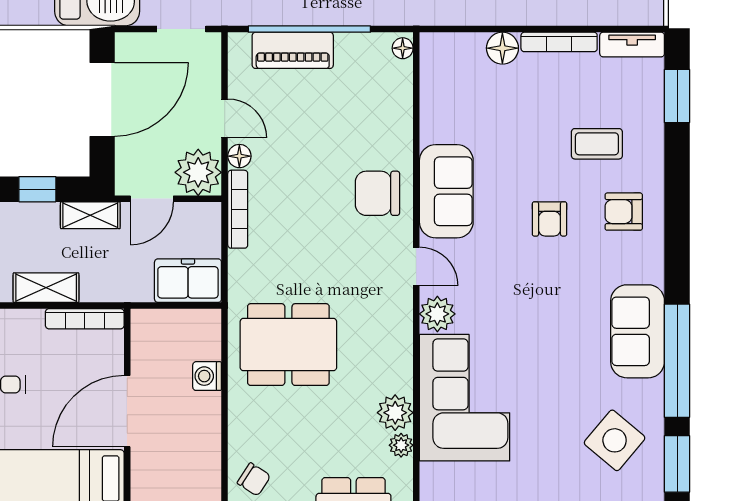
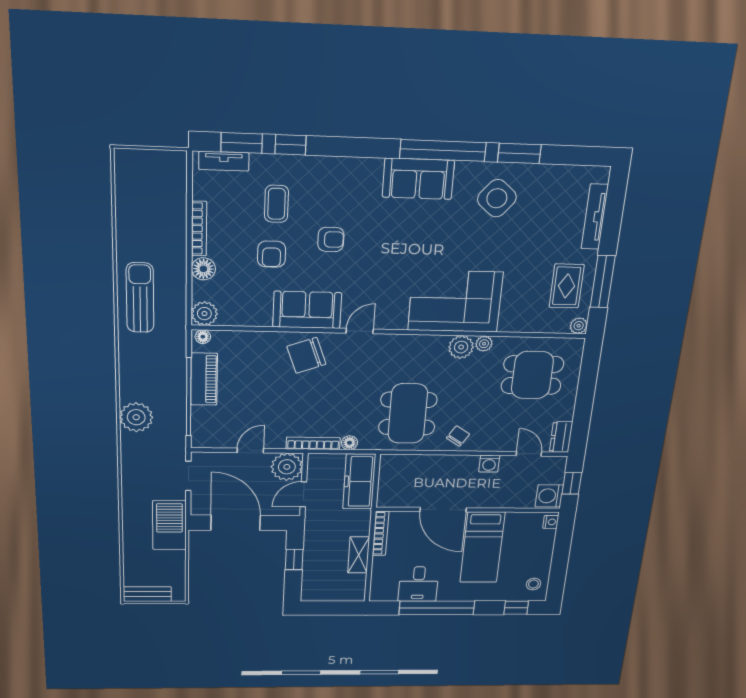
tv unit: (632, 45) -> (224, 161), moved, turned 90
piano: (293, 50) -> (204, 379), moved
floor lamp: (239, 156) -> (350, 443), moved
window: (677, 159) -> (291, 145), added
chair: (377, 193) -> (306, 355), turned 70
door: (152, 199) -> (303, 494), swing flipped
armchair: (624, 212) -> (272, 254), moved
shelving: (90, 215) -> (313, 530), removed
freezer: (188, 281) -> (359, 482), width x1.40
plant: (437, 314) -> (204, 314), moved
washing machine: (207, 376) -> (489, 464), moved
chair: (254, 479) -> (458, 436), moved

